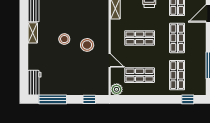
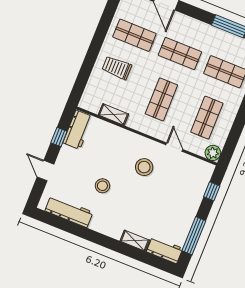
shelving: (33, 33) -> (135, 241), moved
stool: (64, 39) -> (102, 186), moved
door: (110, 61) -> (174, 147), hinge flipped

